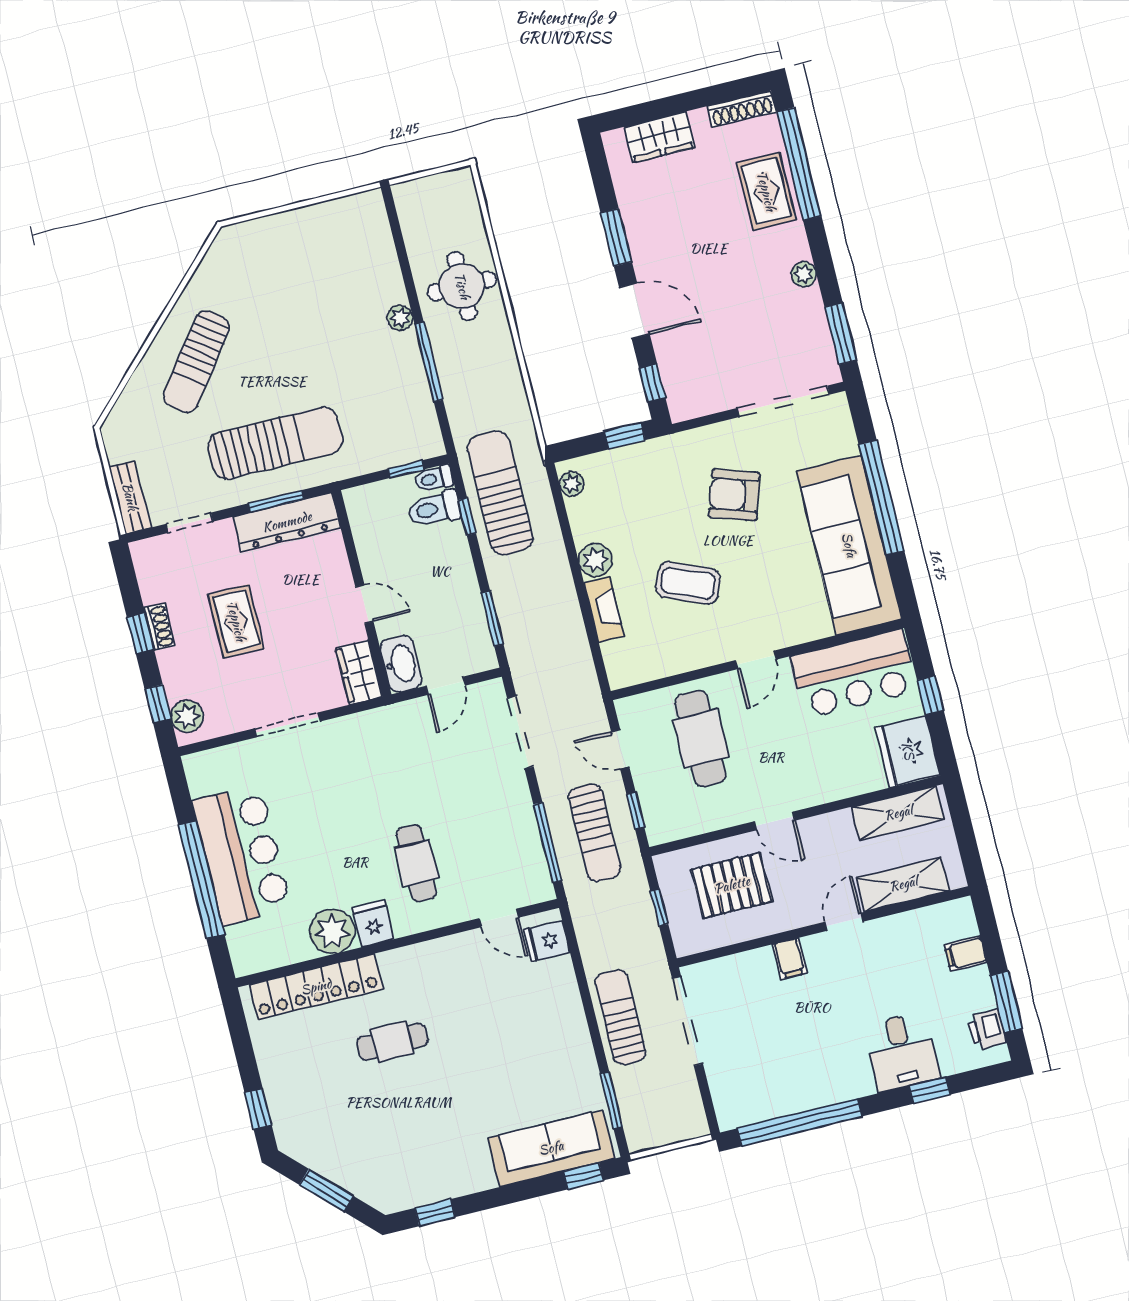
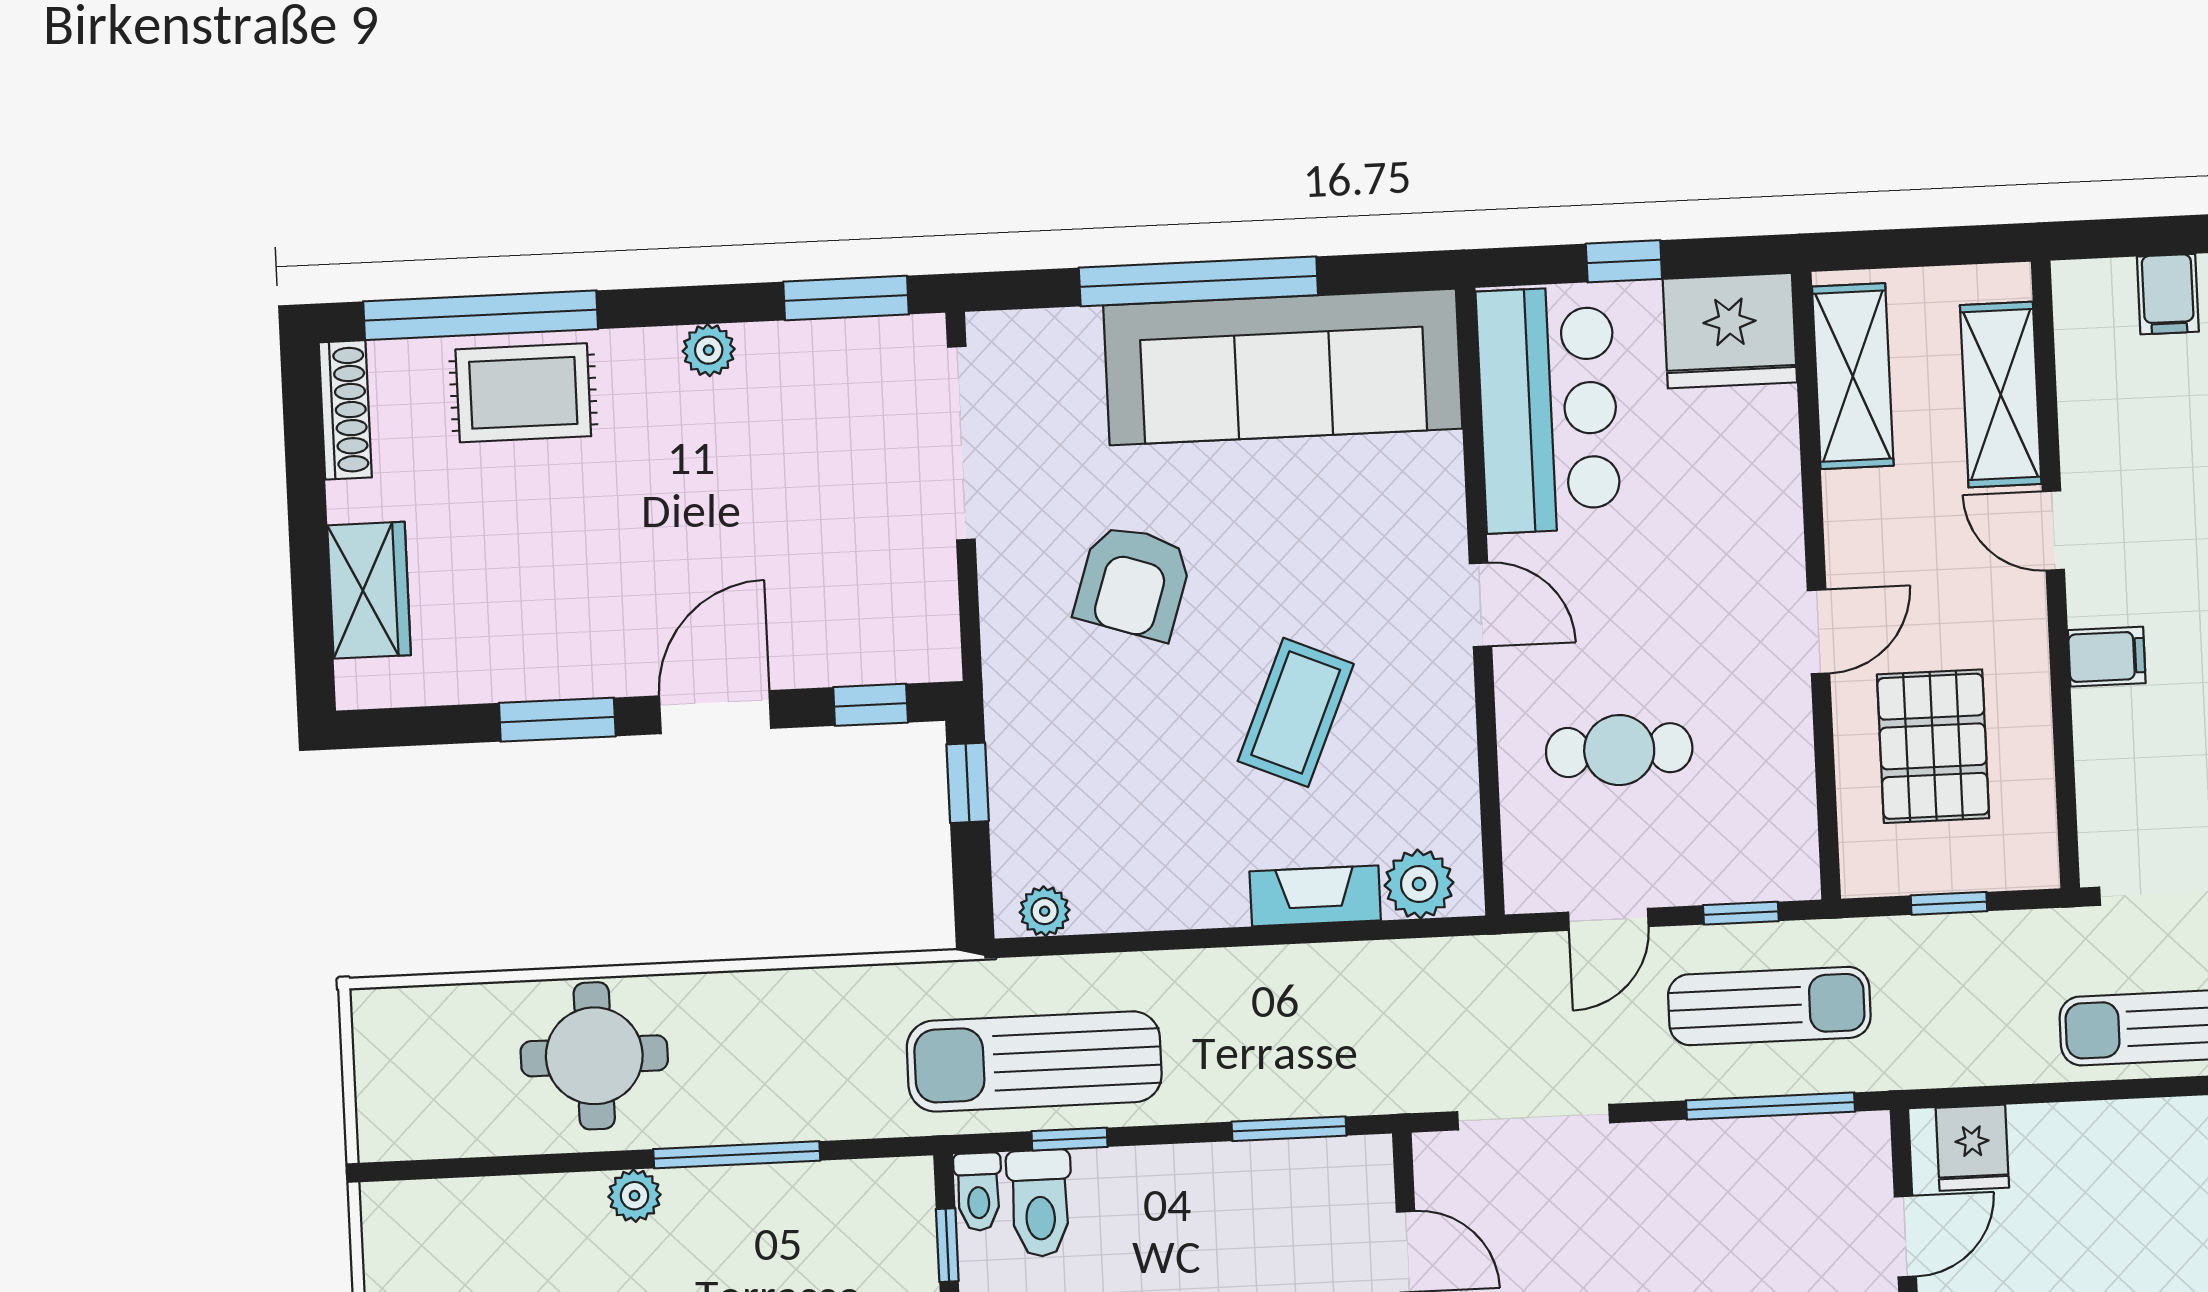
plant: (595, 560) -> (1419, 884), moved
cafe table: (701, 738) -> (1619, 750), width x0.73, depth x0.74

